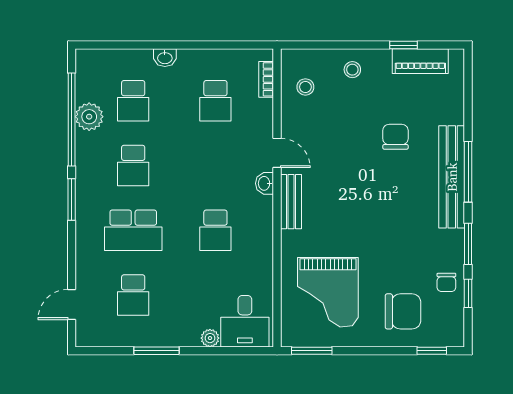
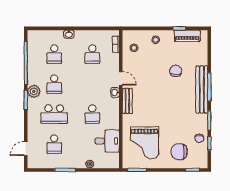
plant: (89, 117) -> (34, 91), moved
chair: (403, 311) -> (179, 152), turned 180
desk: (245, 321) -> (107, 141), moved, turned -90

